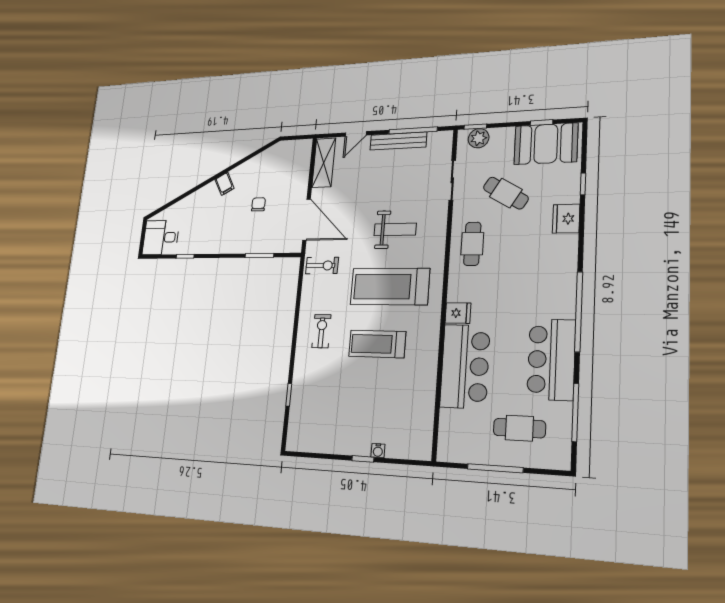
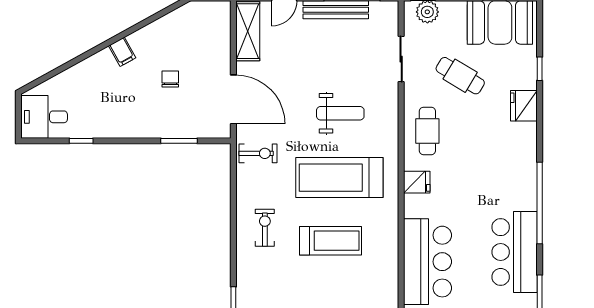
fridge: (458, 313) -> (417, 182), moved
treadmill: (377, 344) -> (330, 241), turned 180

